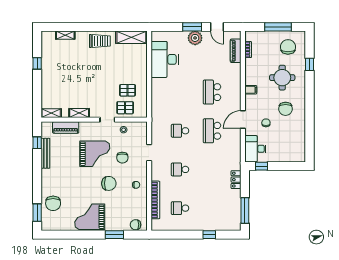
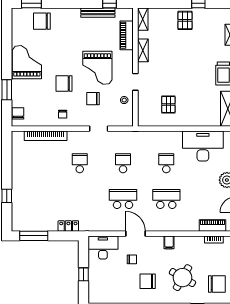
round table: (282, 78) -> (182, 278), turned 30
pallet: (125, 108) -> (185, 20), moved
window: (262, 166) -> (84, 274), moved
chair: (109, 183) -> (64, 84), turned 90
school desk: (180, 208) -> (166, 163), moved

